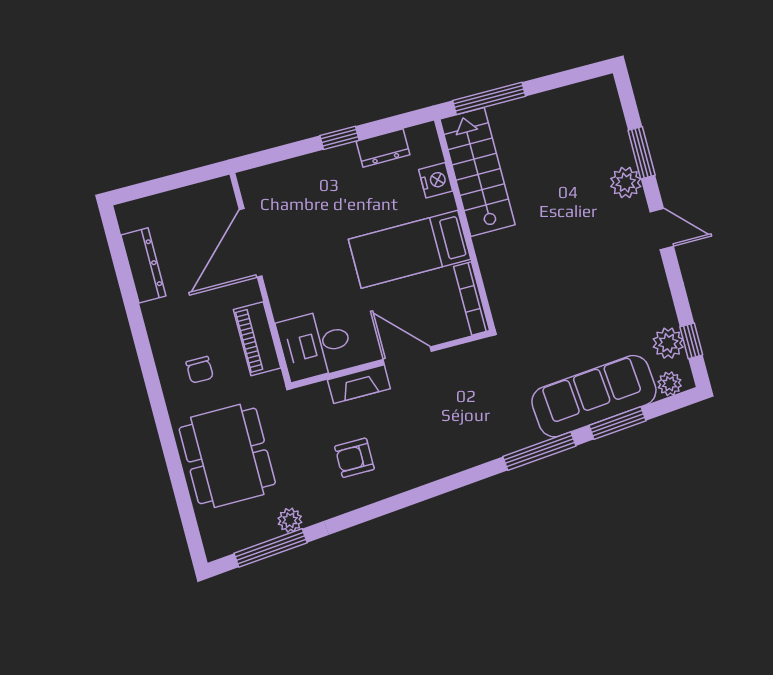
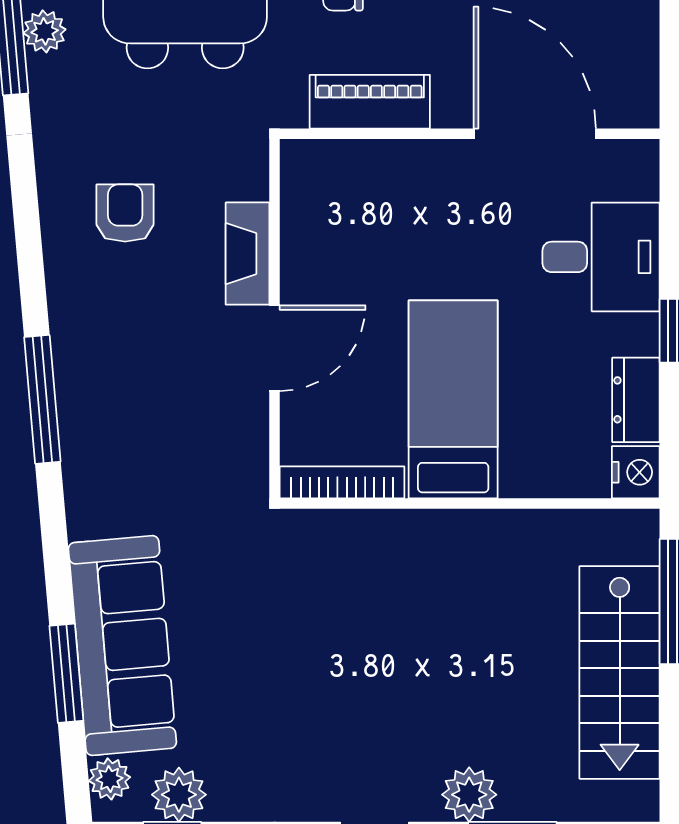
stairs: (477, 172) -> (620, 672), moved, turned 90
nightstand: (436, 180) -> (636, 472), moved, turned -90
desk: (315, 345) -> (601, 257), moved, turned 90
window: (539, 451) -> (42, 399), moved
plant: (290, 520) -> (45, 31), moved

